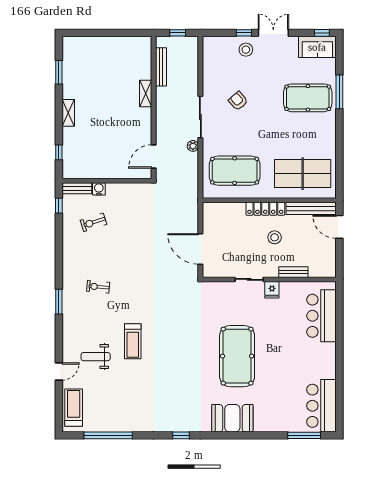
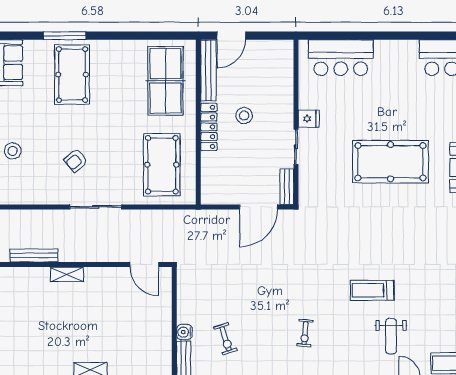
plant: (193, 146) -> (131, 216), removed
bench: (293, 272) -> (287, 187), moved
treadmill: (133, 341) -> (372, 290), turned 180

